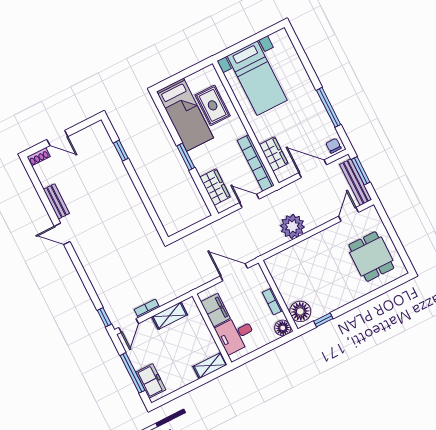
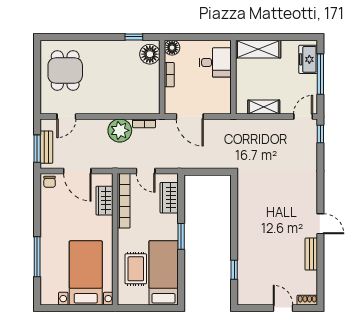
window: (329, 107) -> (37, 257), moved
bench: (356, 182) -> (46, 147), width x0.73
bookcase: (147, 308) -> (144, 123), moved
filing cabinet: (215, 310) -> (222, 92), removed
shelving: (210, 366) -> (258, 49), width x1.50, depth x1.33

